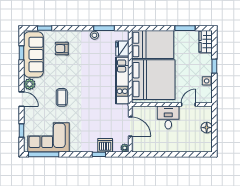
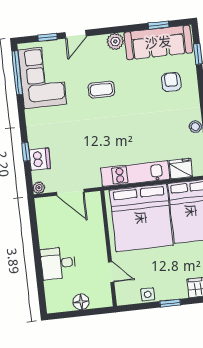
door: (22, 99) -> (76, 34), moved
desk: (168, 117) -> (58, 263), moved, turned 180
door: (130, 127) -> (70, 192), hinge flipped

